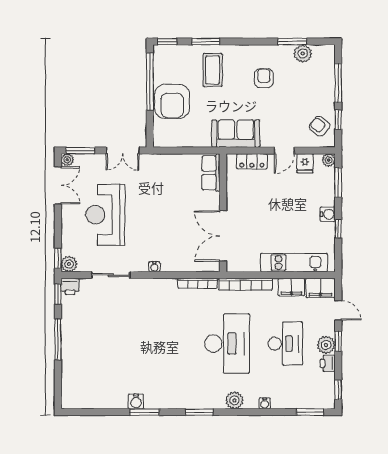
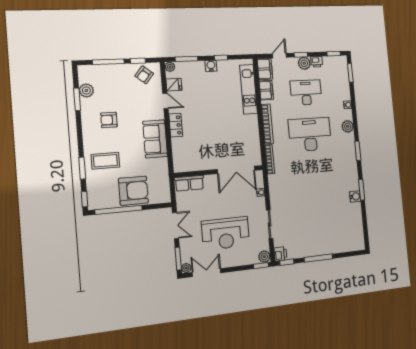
row of seats: (211, 173) -> (189, 183), moved
wall: (223, 213) -> (219, 171), moved
double door: (223, 236) -> (236, 170), moved

